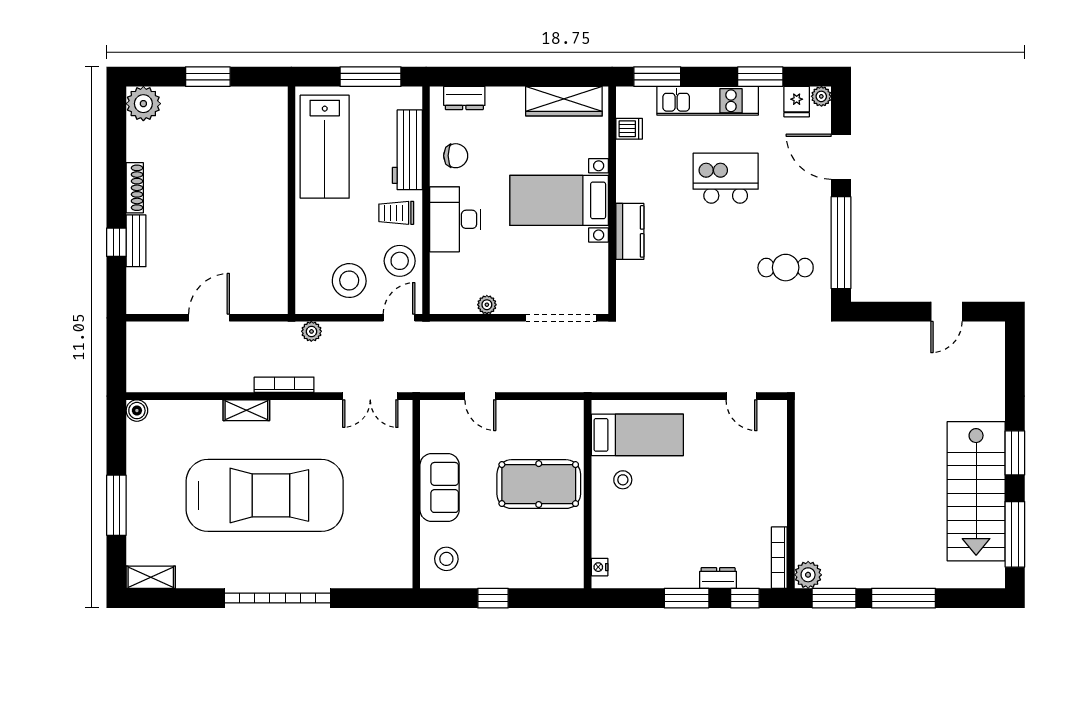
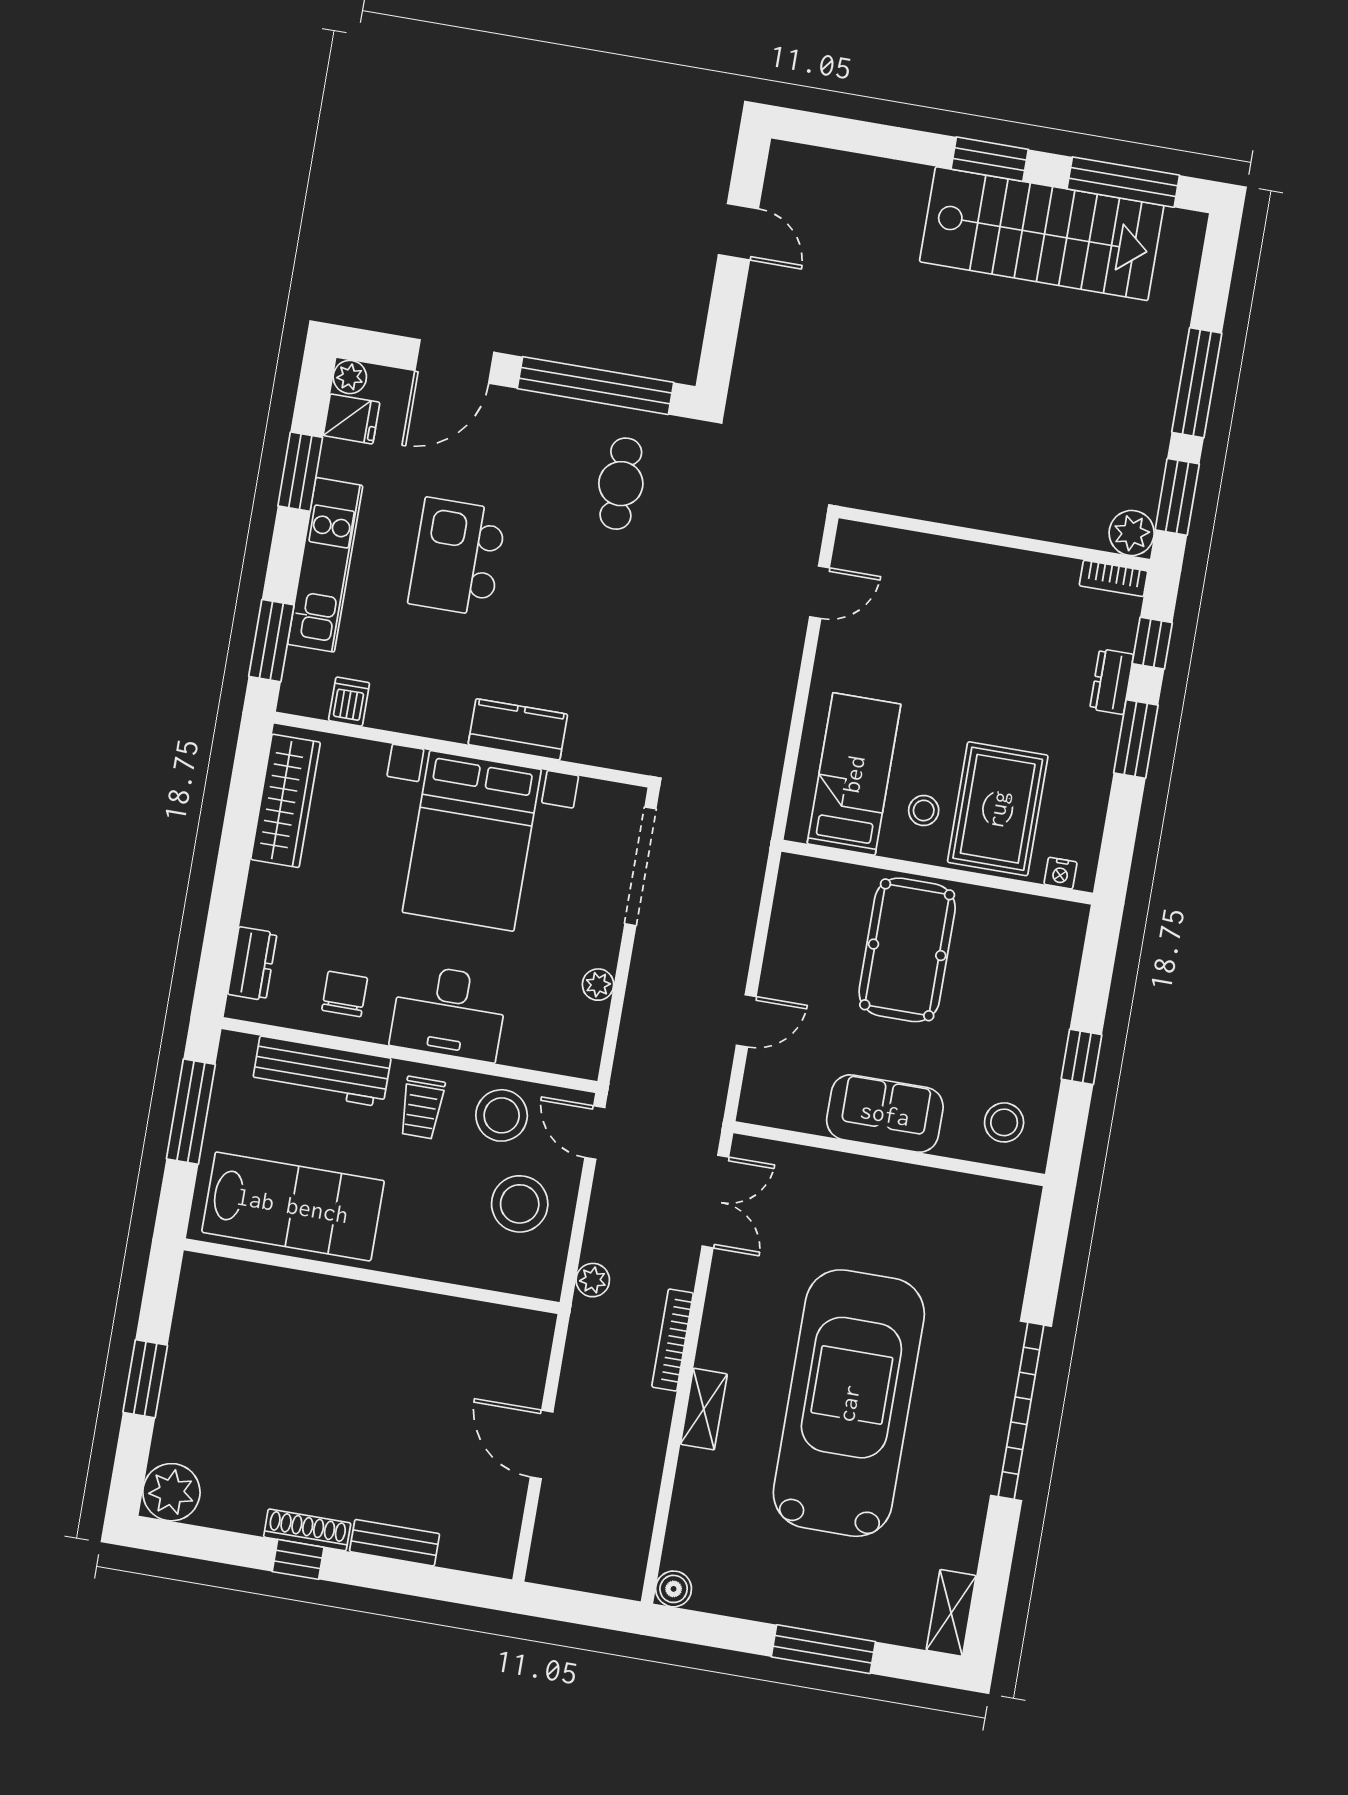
bed with nightstands: (559, 200) -> (472, 841), width x1.36
window: (116, 242) -> (298, 1559), moved
rug: (631, 523) -> (998, 809), added
bookcase: (779, 558) -> (1114, 578), width x0.64

